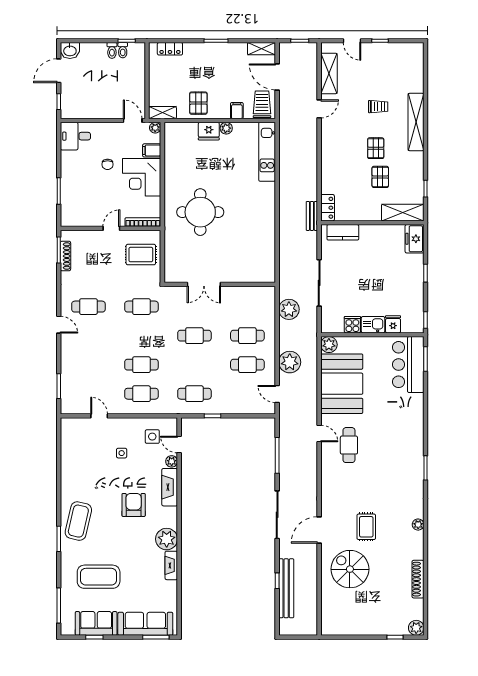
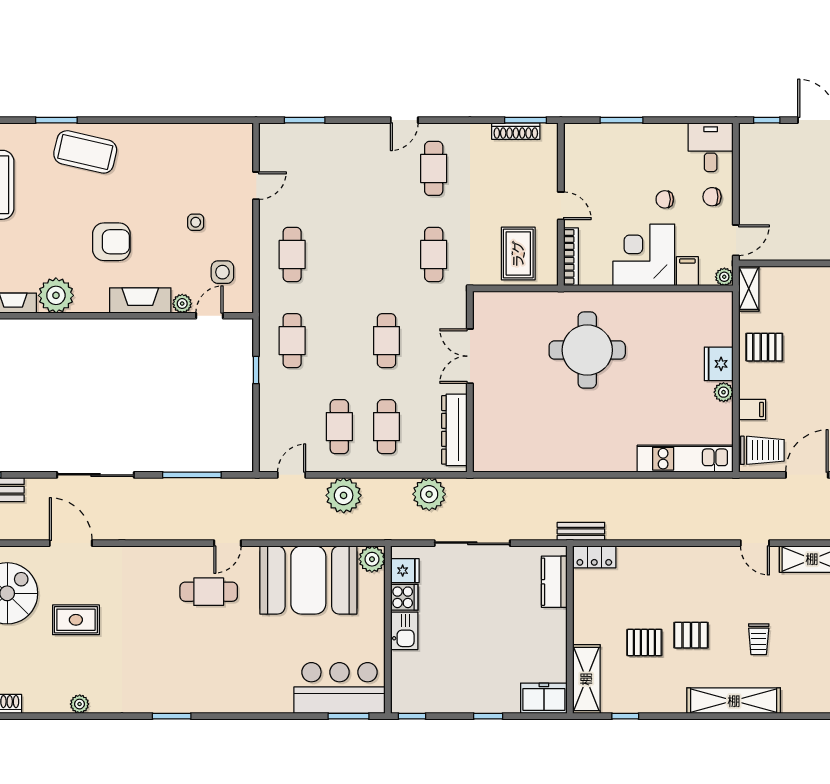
chair: (106, 135) -> (712, 197), added
dresser: (249, 294) -> (454, 430), added
fridge: (393, 324) -> (405, 571), moved
cafe table: (141, 365) -> (339, 255), removed

